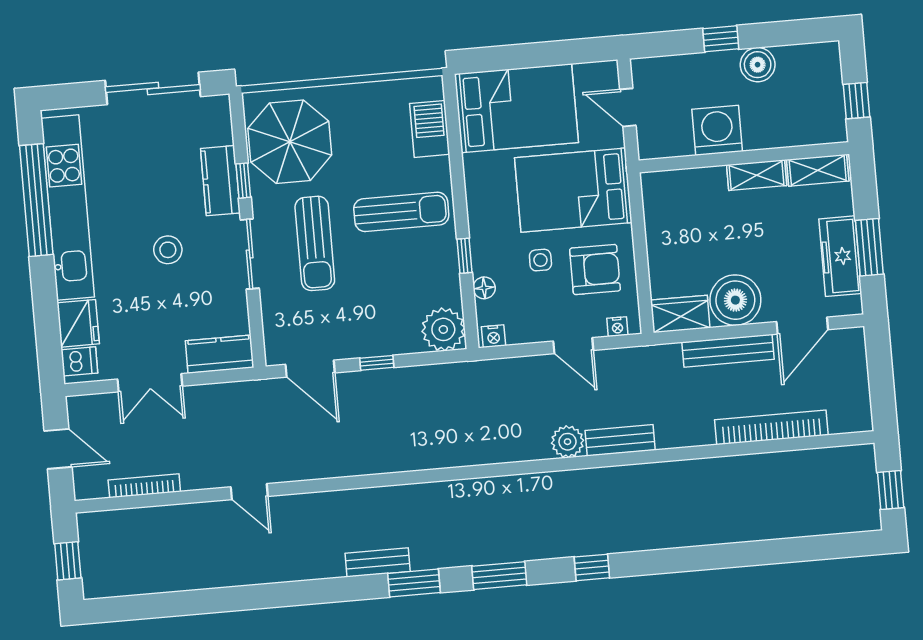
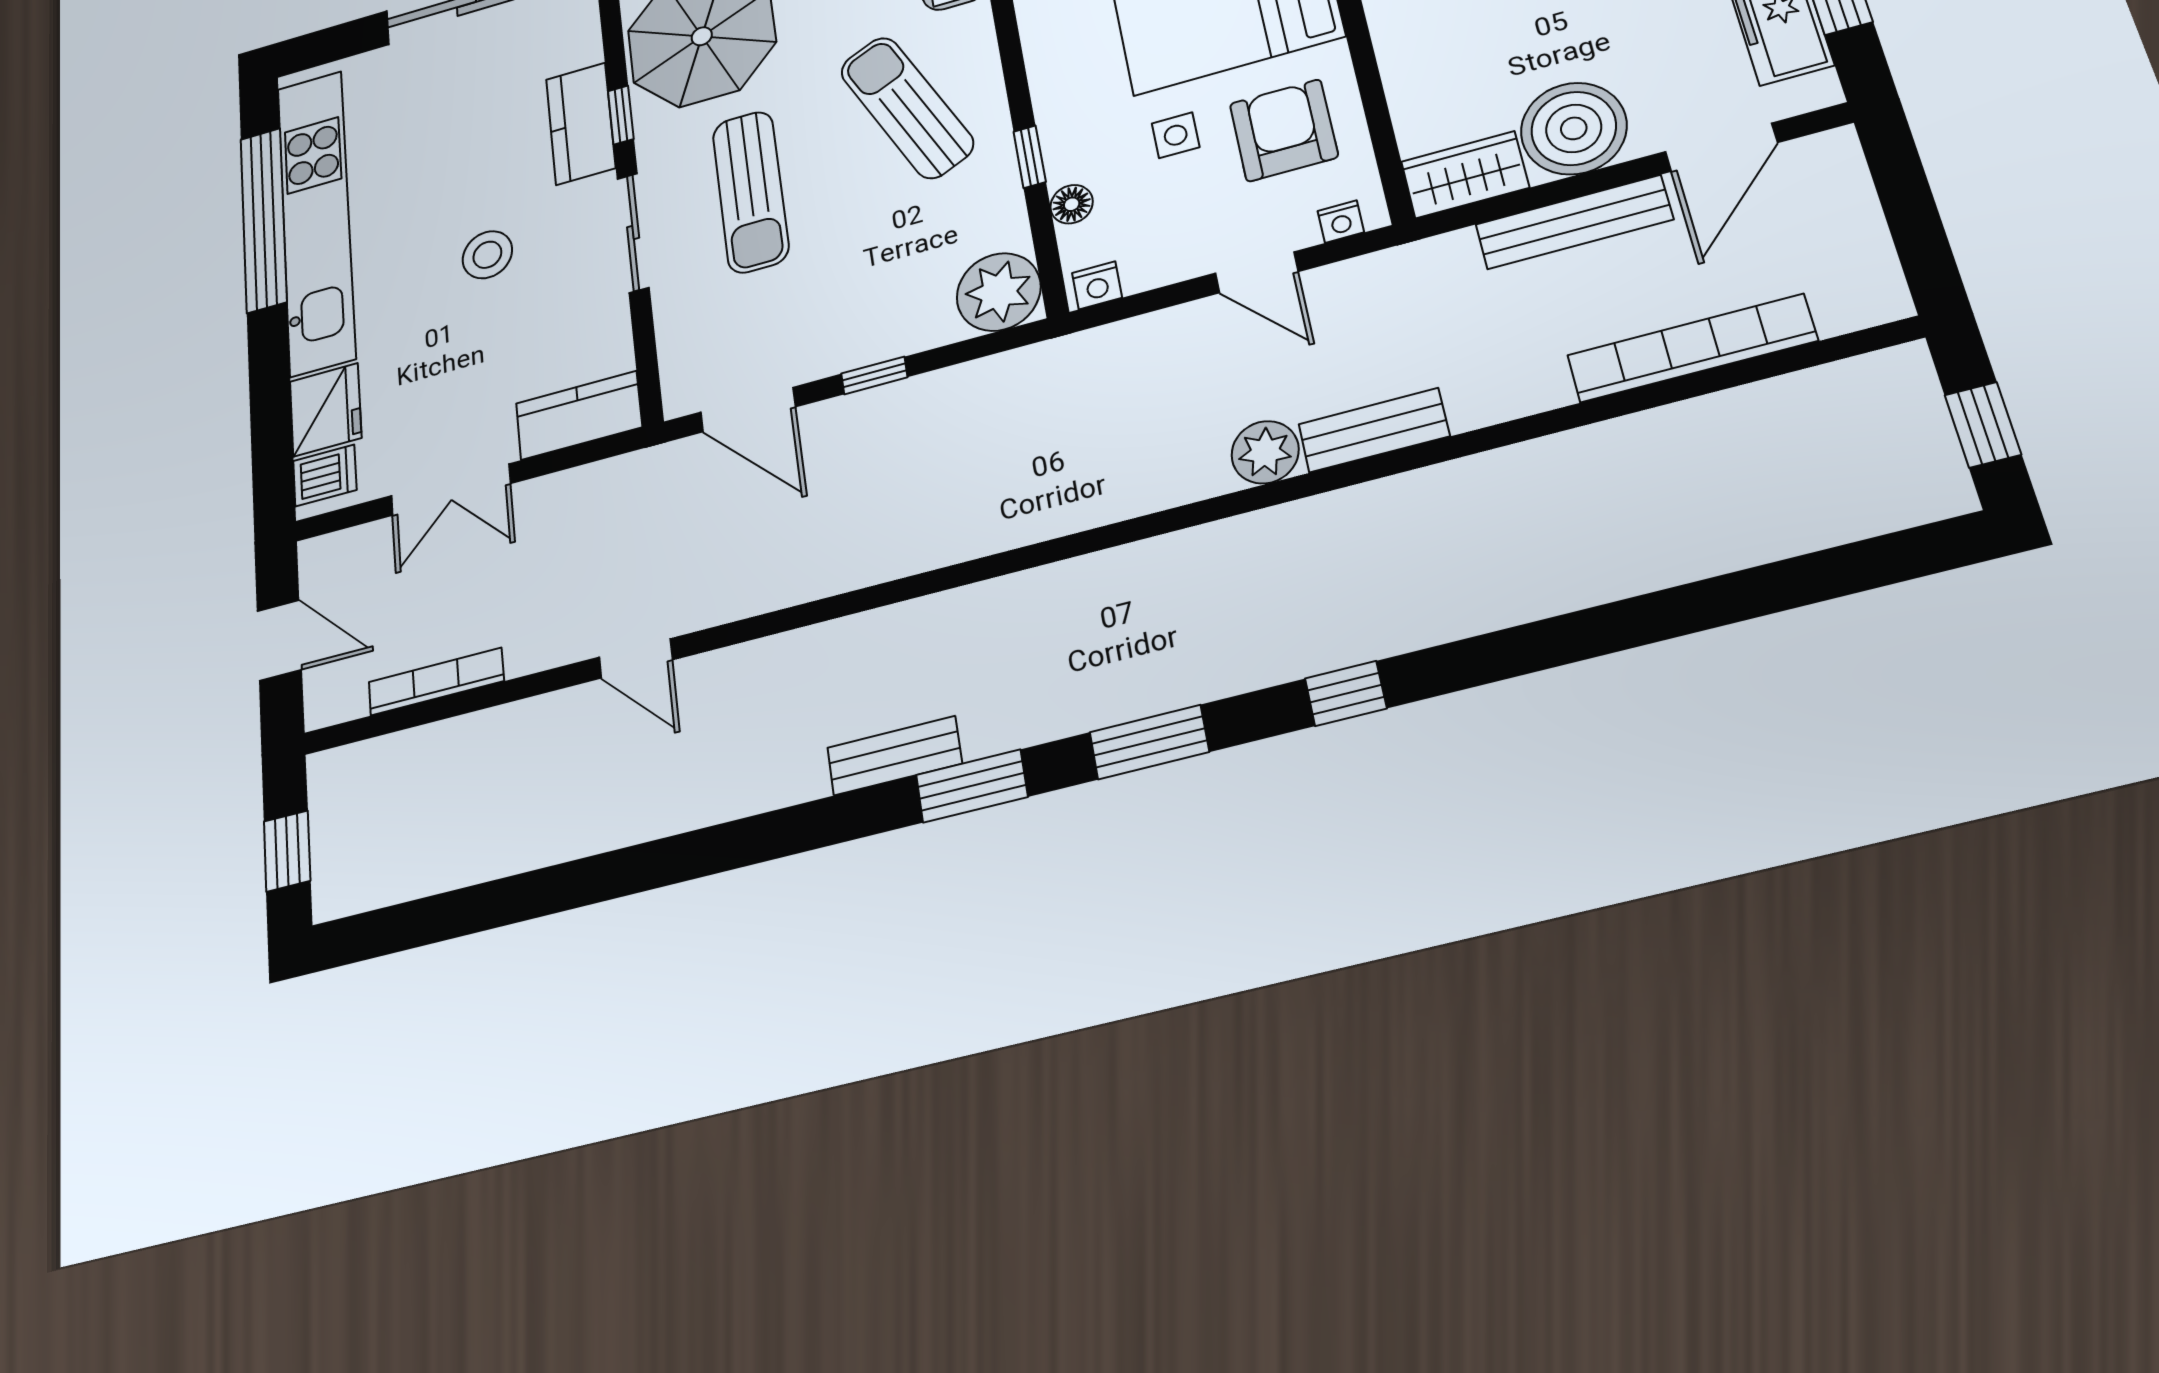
sun lounger: (401, 212) -> (907, 107), turned -115
armchair: (595, 269) -> (1284, 130), turned -90

